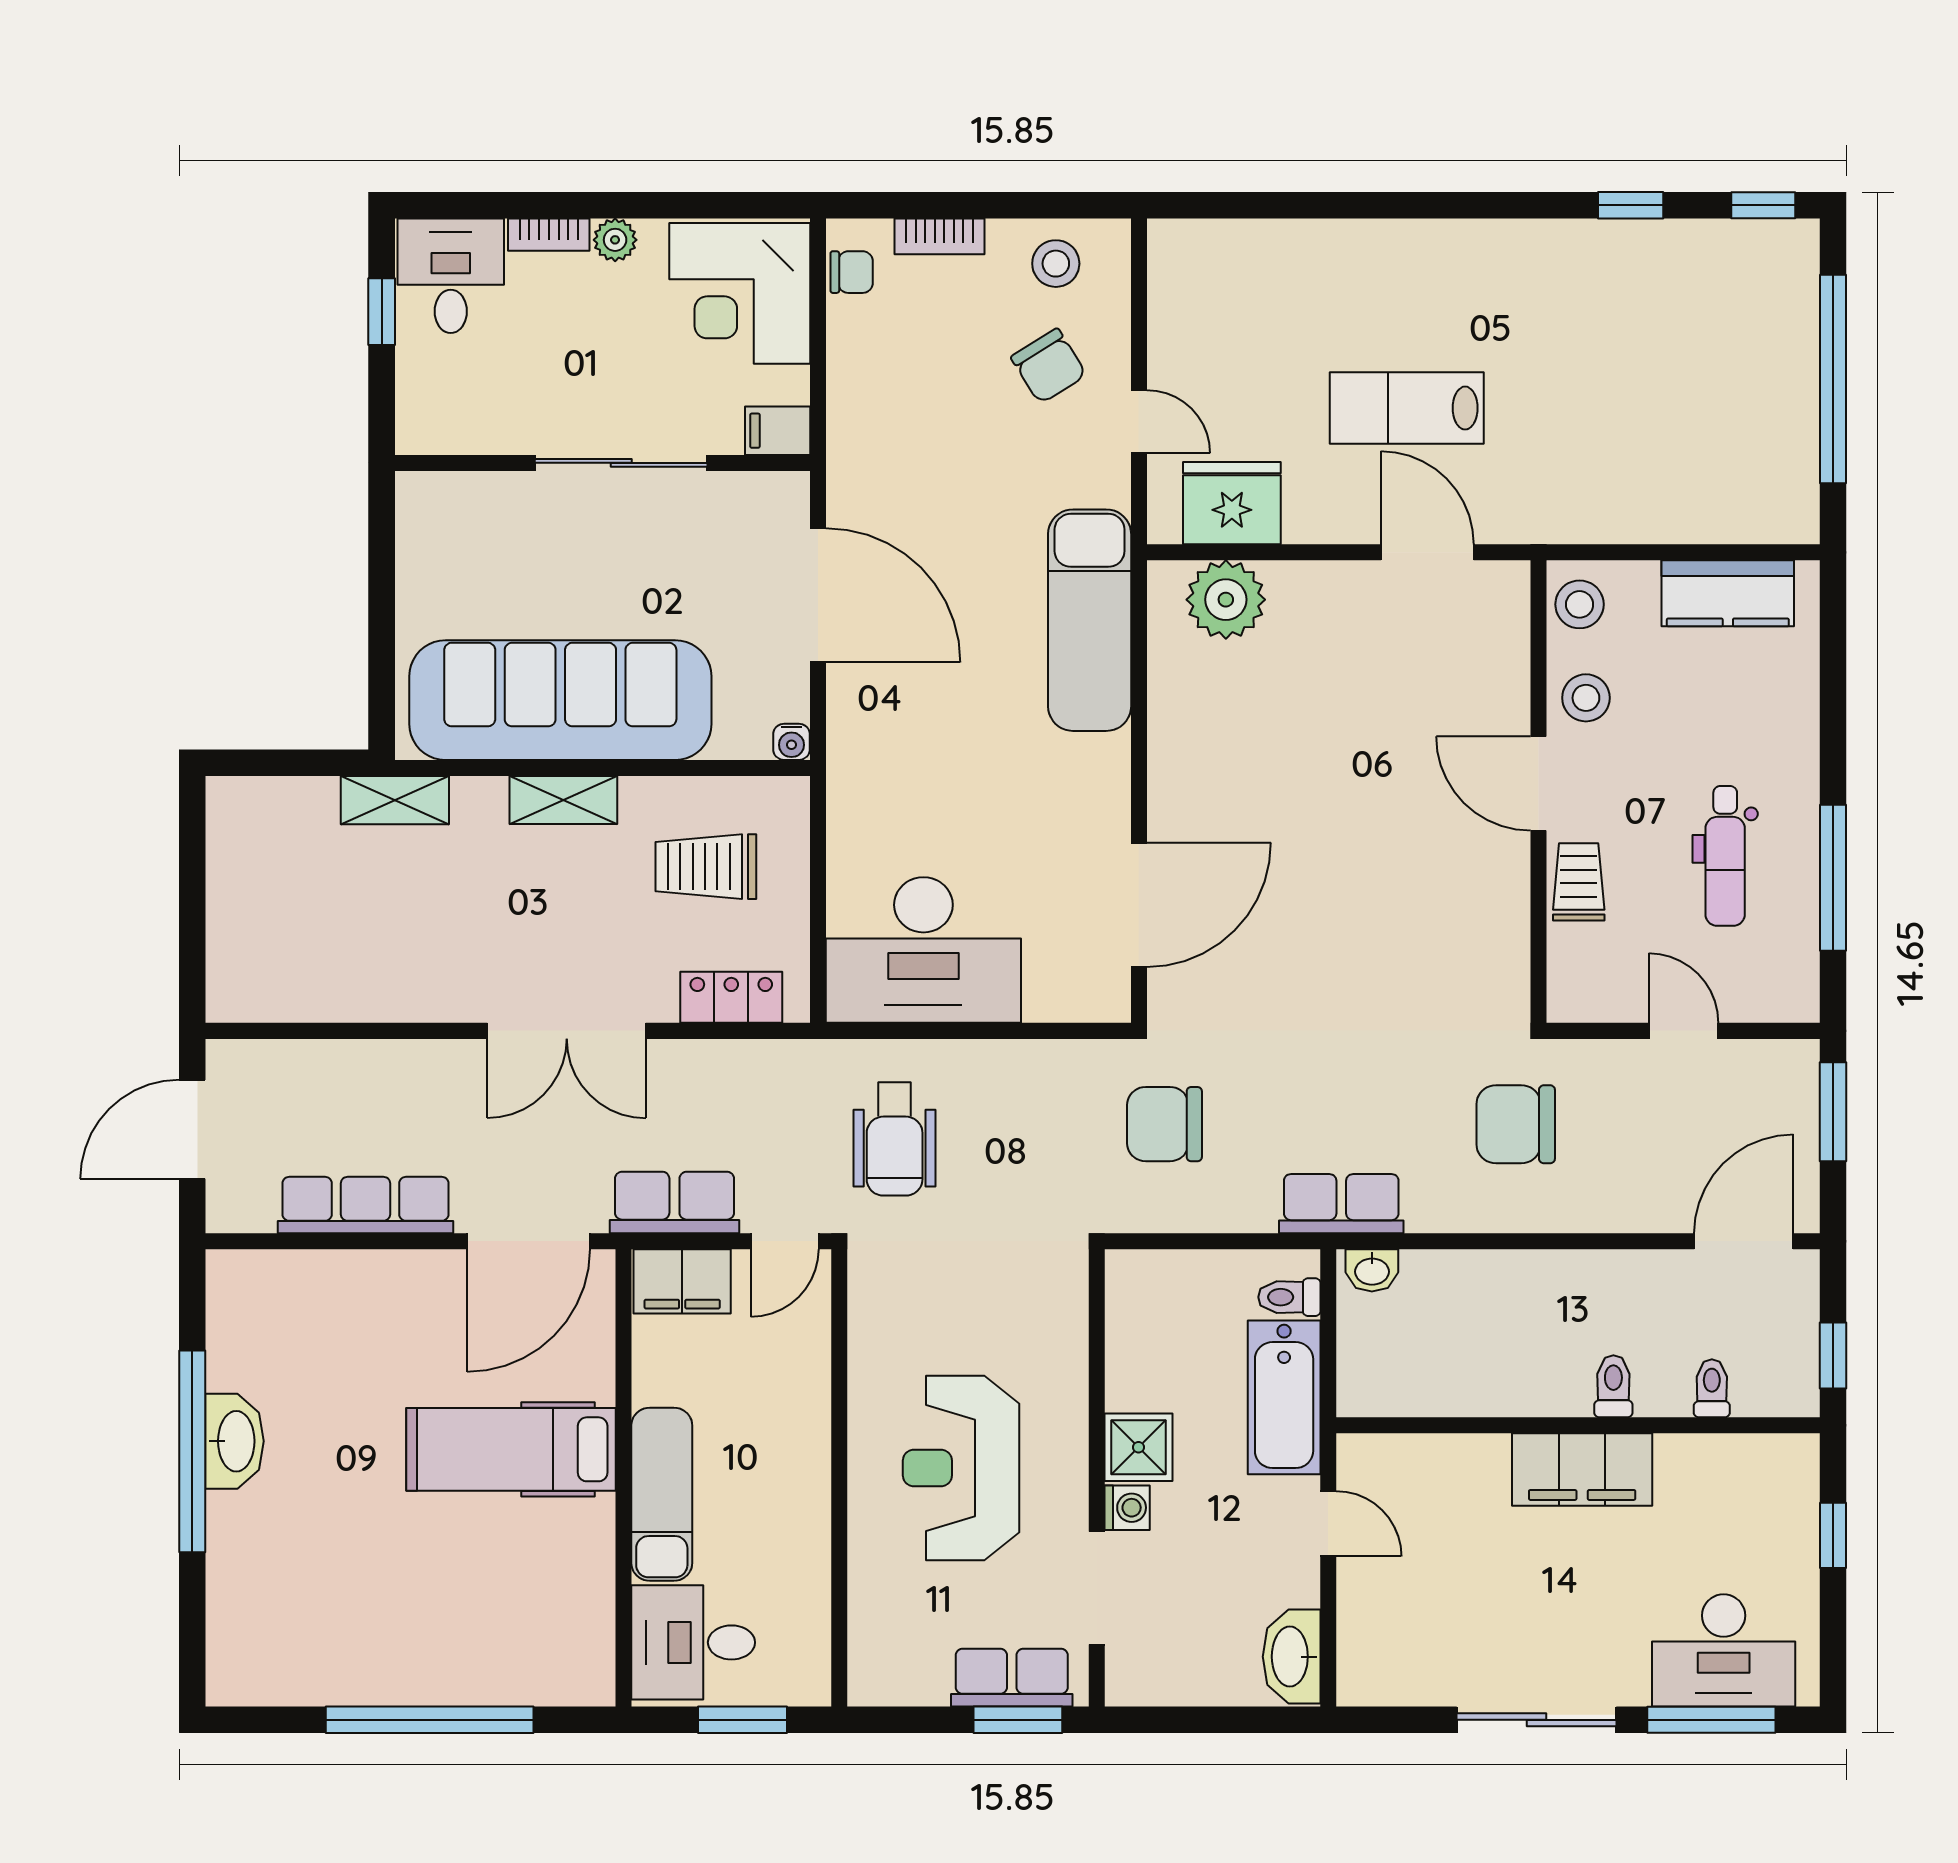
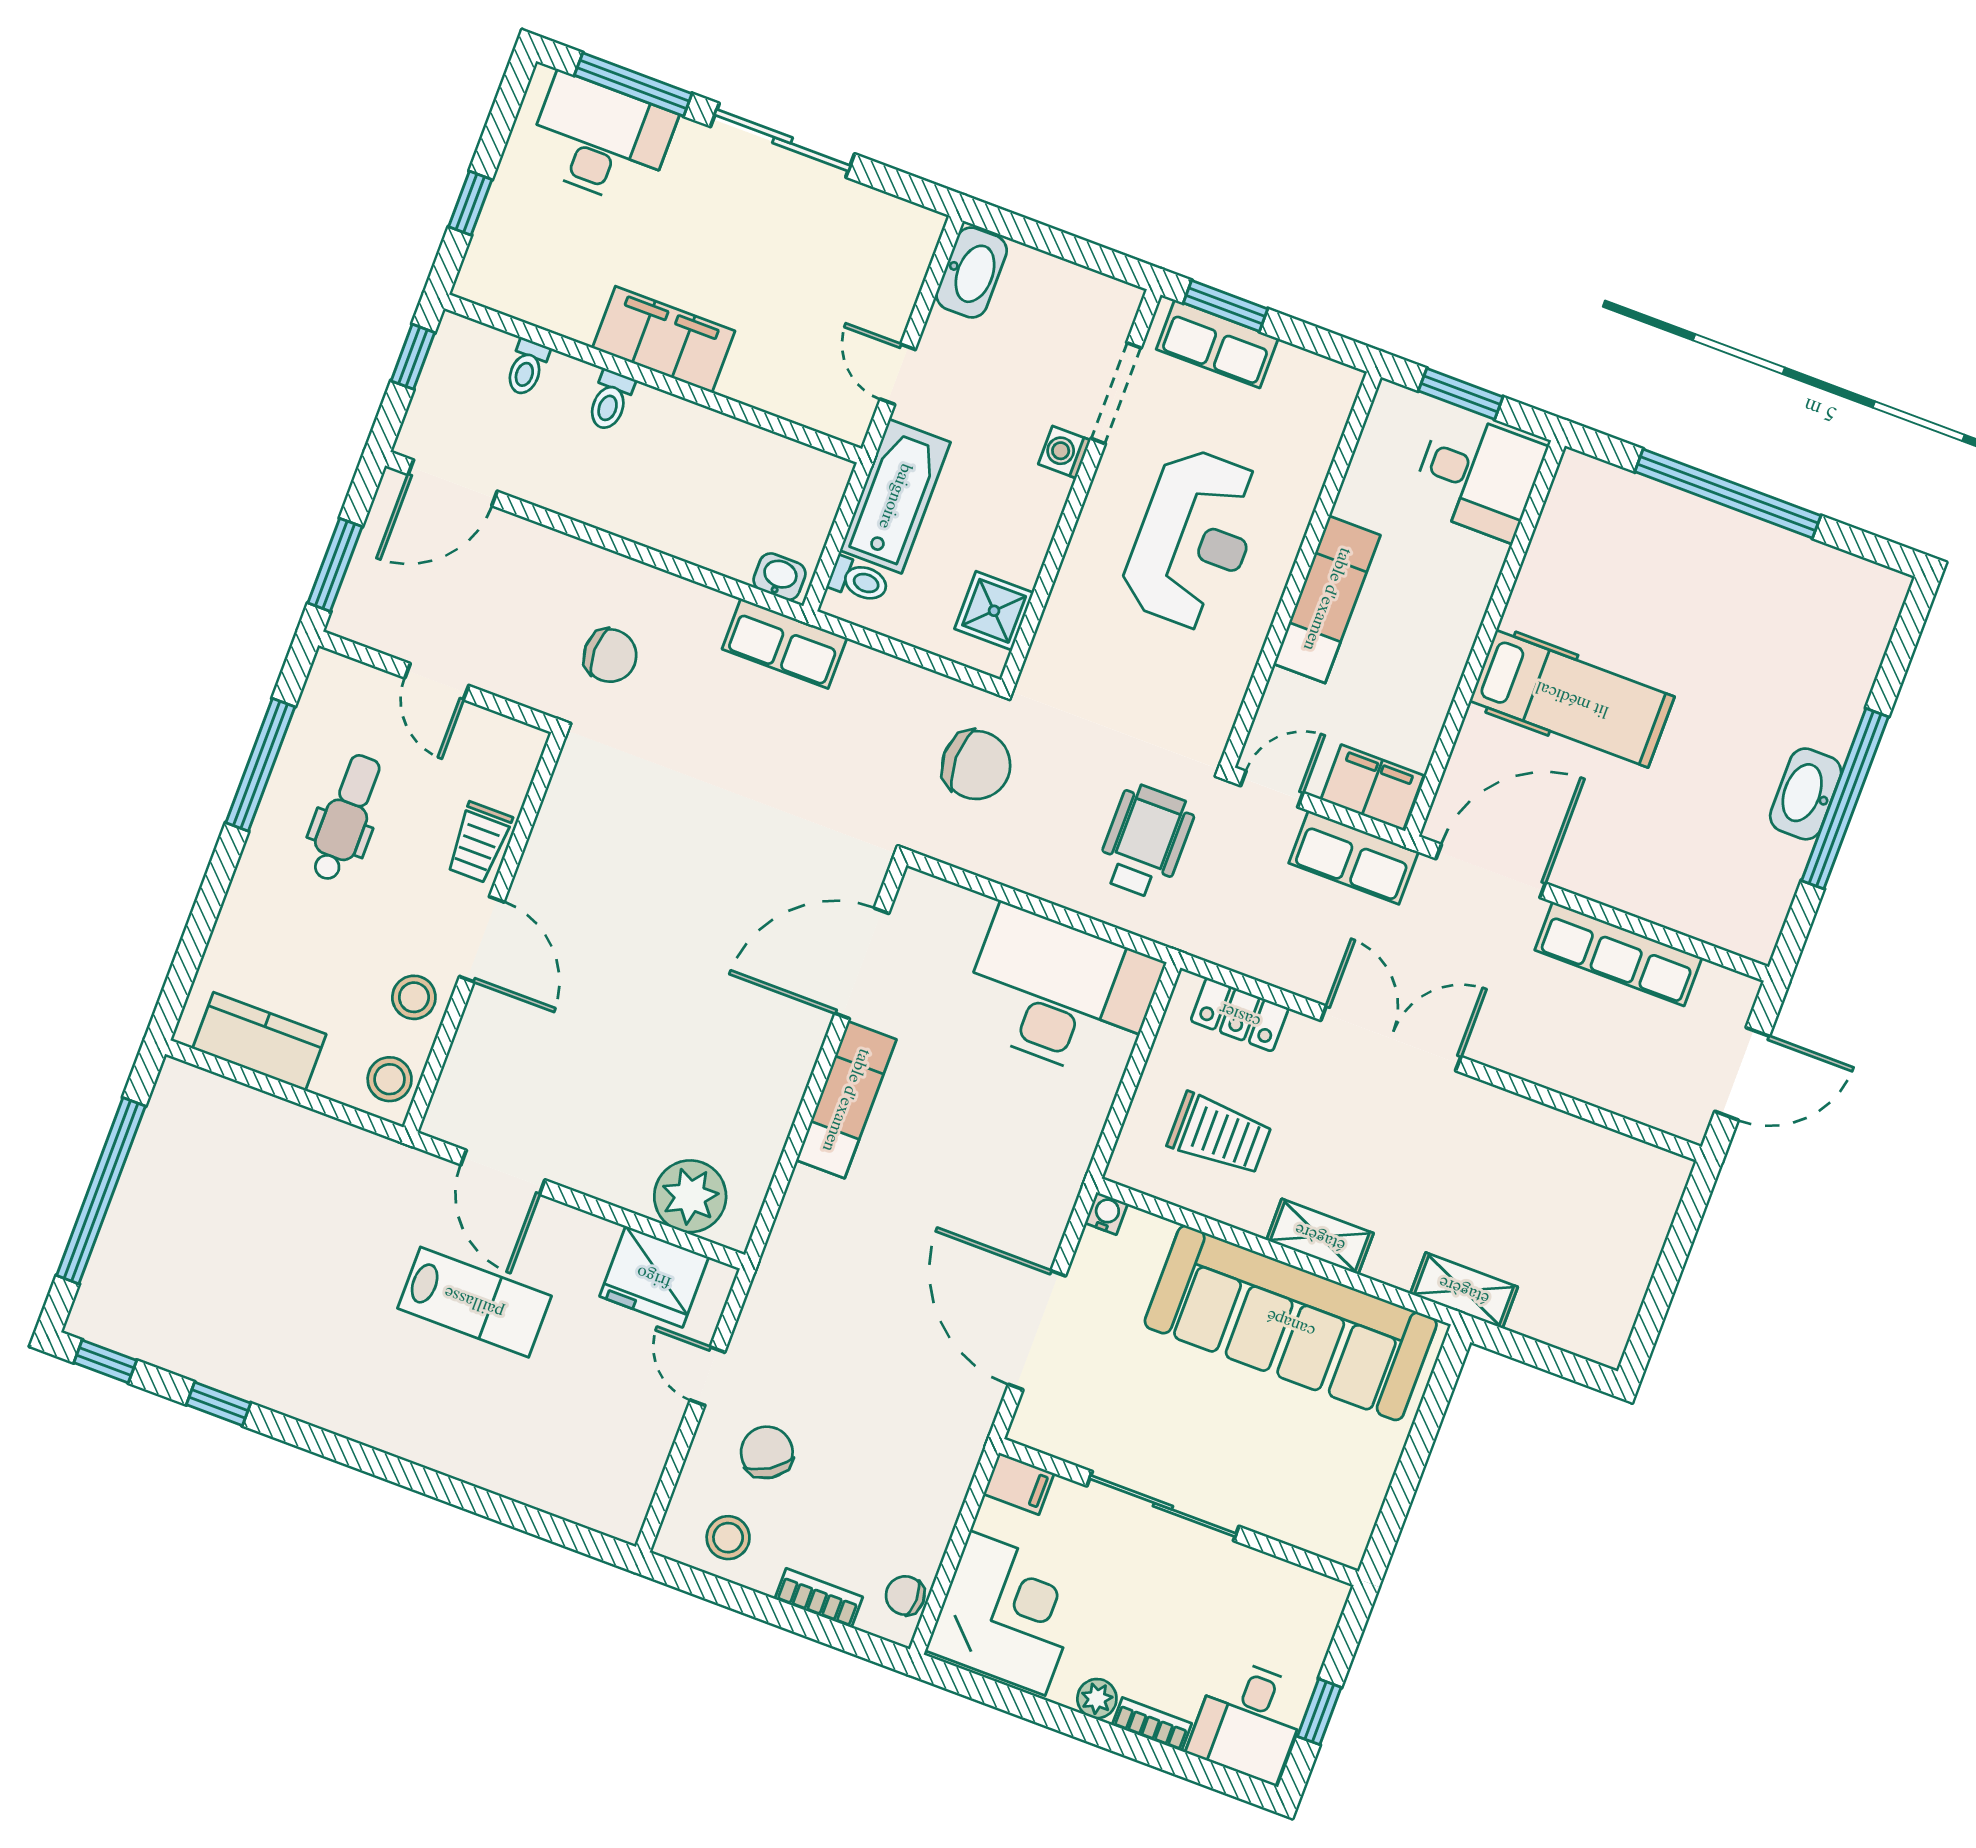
exam couch: (1090, 620) -> (846, 1100), moved, width x0.73, depth x0.69
chair: (1165, 1124) -> (976, 765), moved
chair: (1516, 1124) -> (610, 656), width x0.73, depth x0.73
shower: (1139, 1447) -> (994, 611), moved
exam couch: (662, 1494) -> (1327, 599), moved, turned 180

